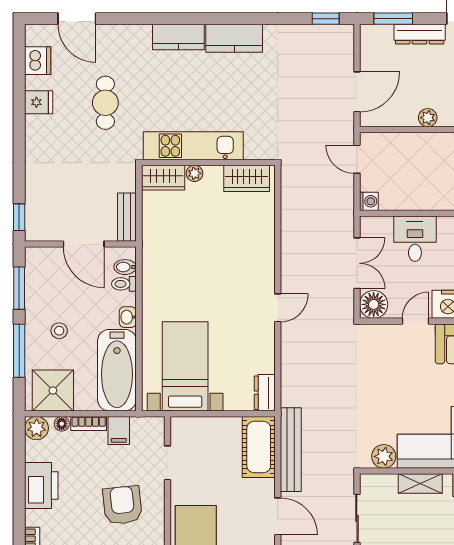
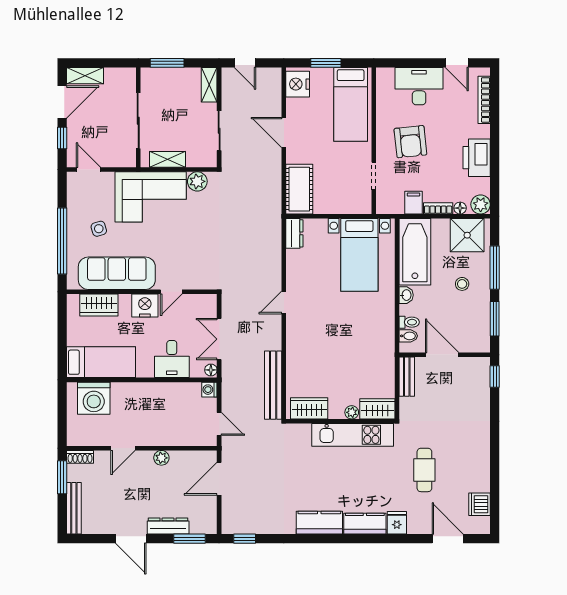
fridge: (39, 102) -> (397, 523), moved, turned 90
floor lamp: (374, 304) -> (211, 370), moved, width x0.53, depth x0.53
bench: (291, 450) -> (273, 385), moved

